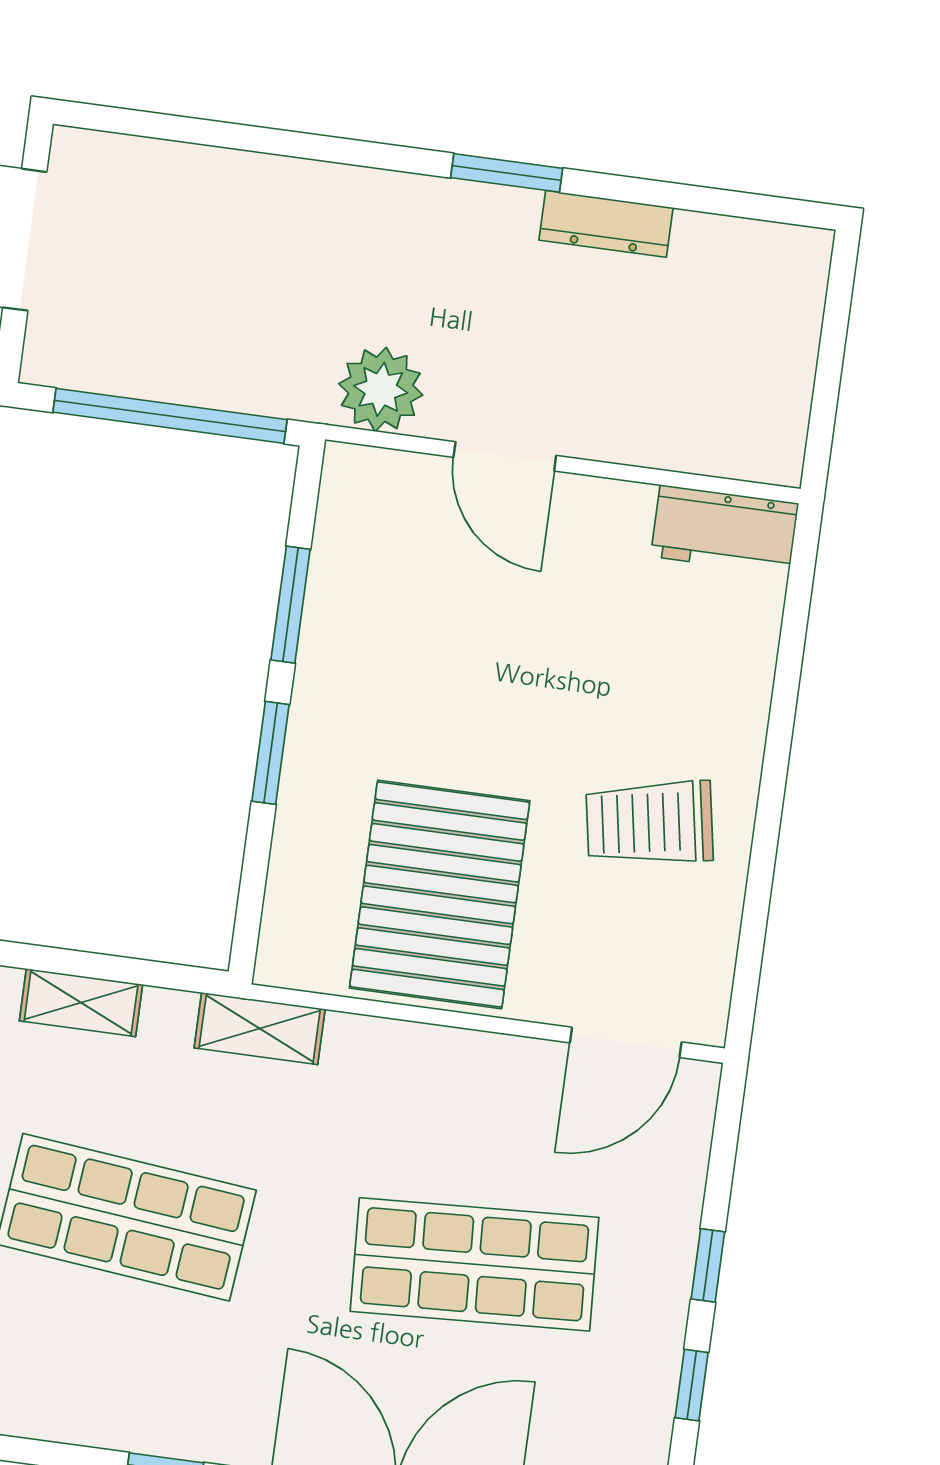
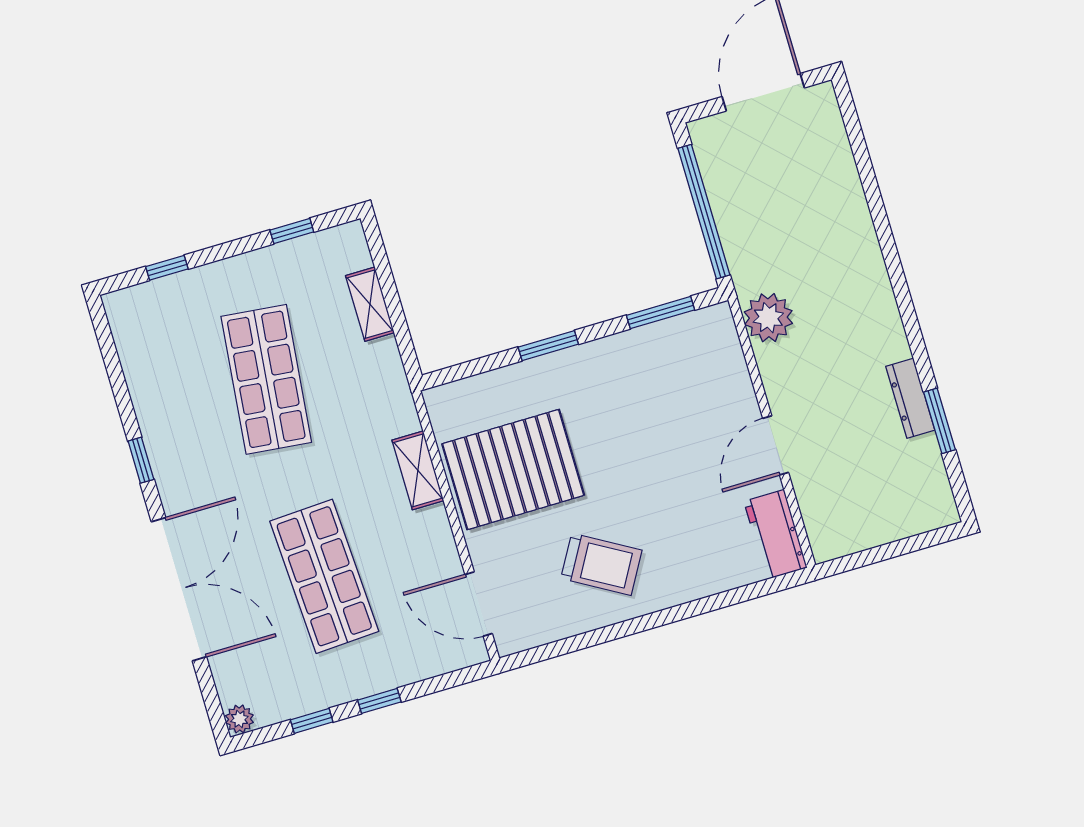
window: (507, 173) -> (940, 421), moved
door: (505, 456) -> (776, 445), moved
window: (291, 605) -> (660, 313), moved
trolley: (650, 823) -> (601, 564), turned 130
shelving: (260, 1028) -> (418, 470), moved

